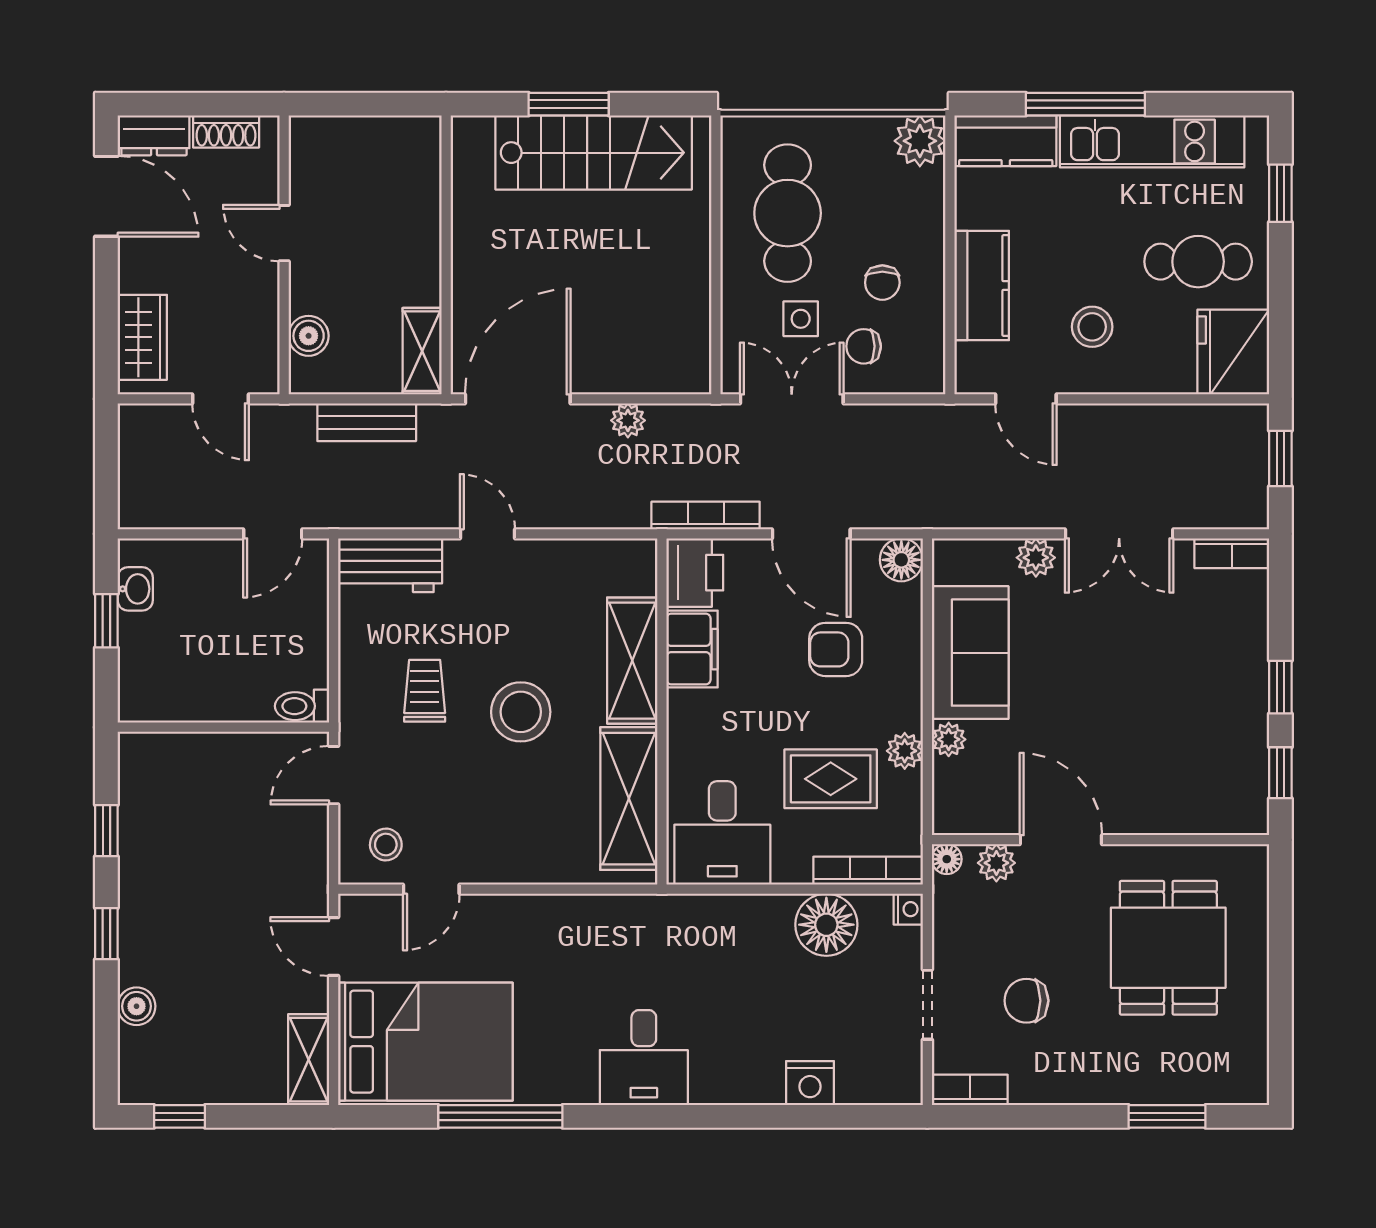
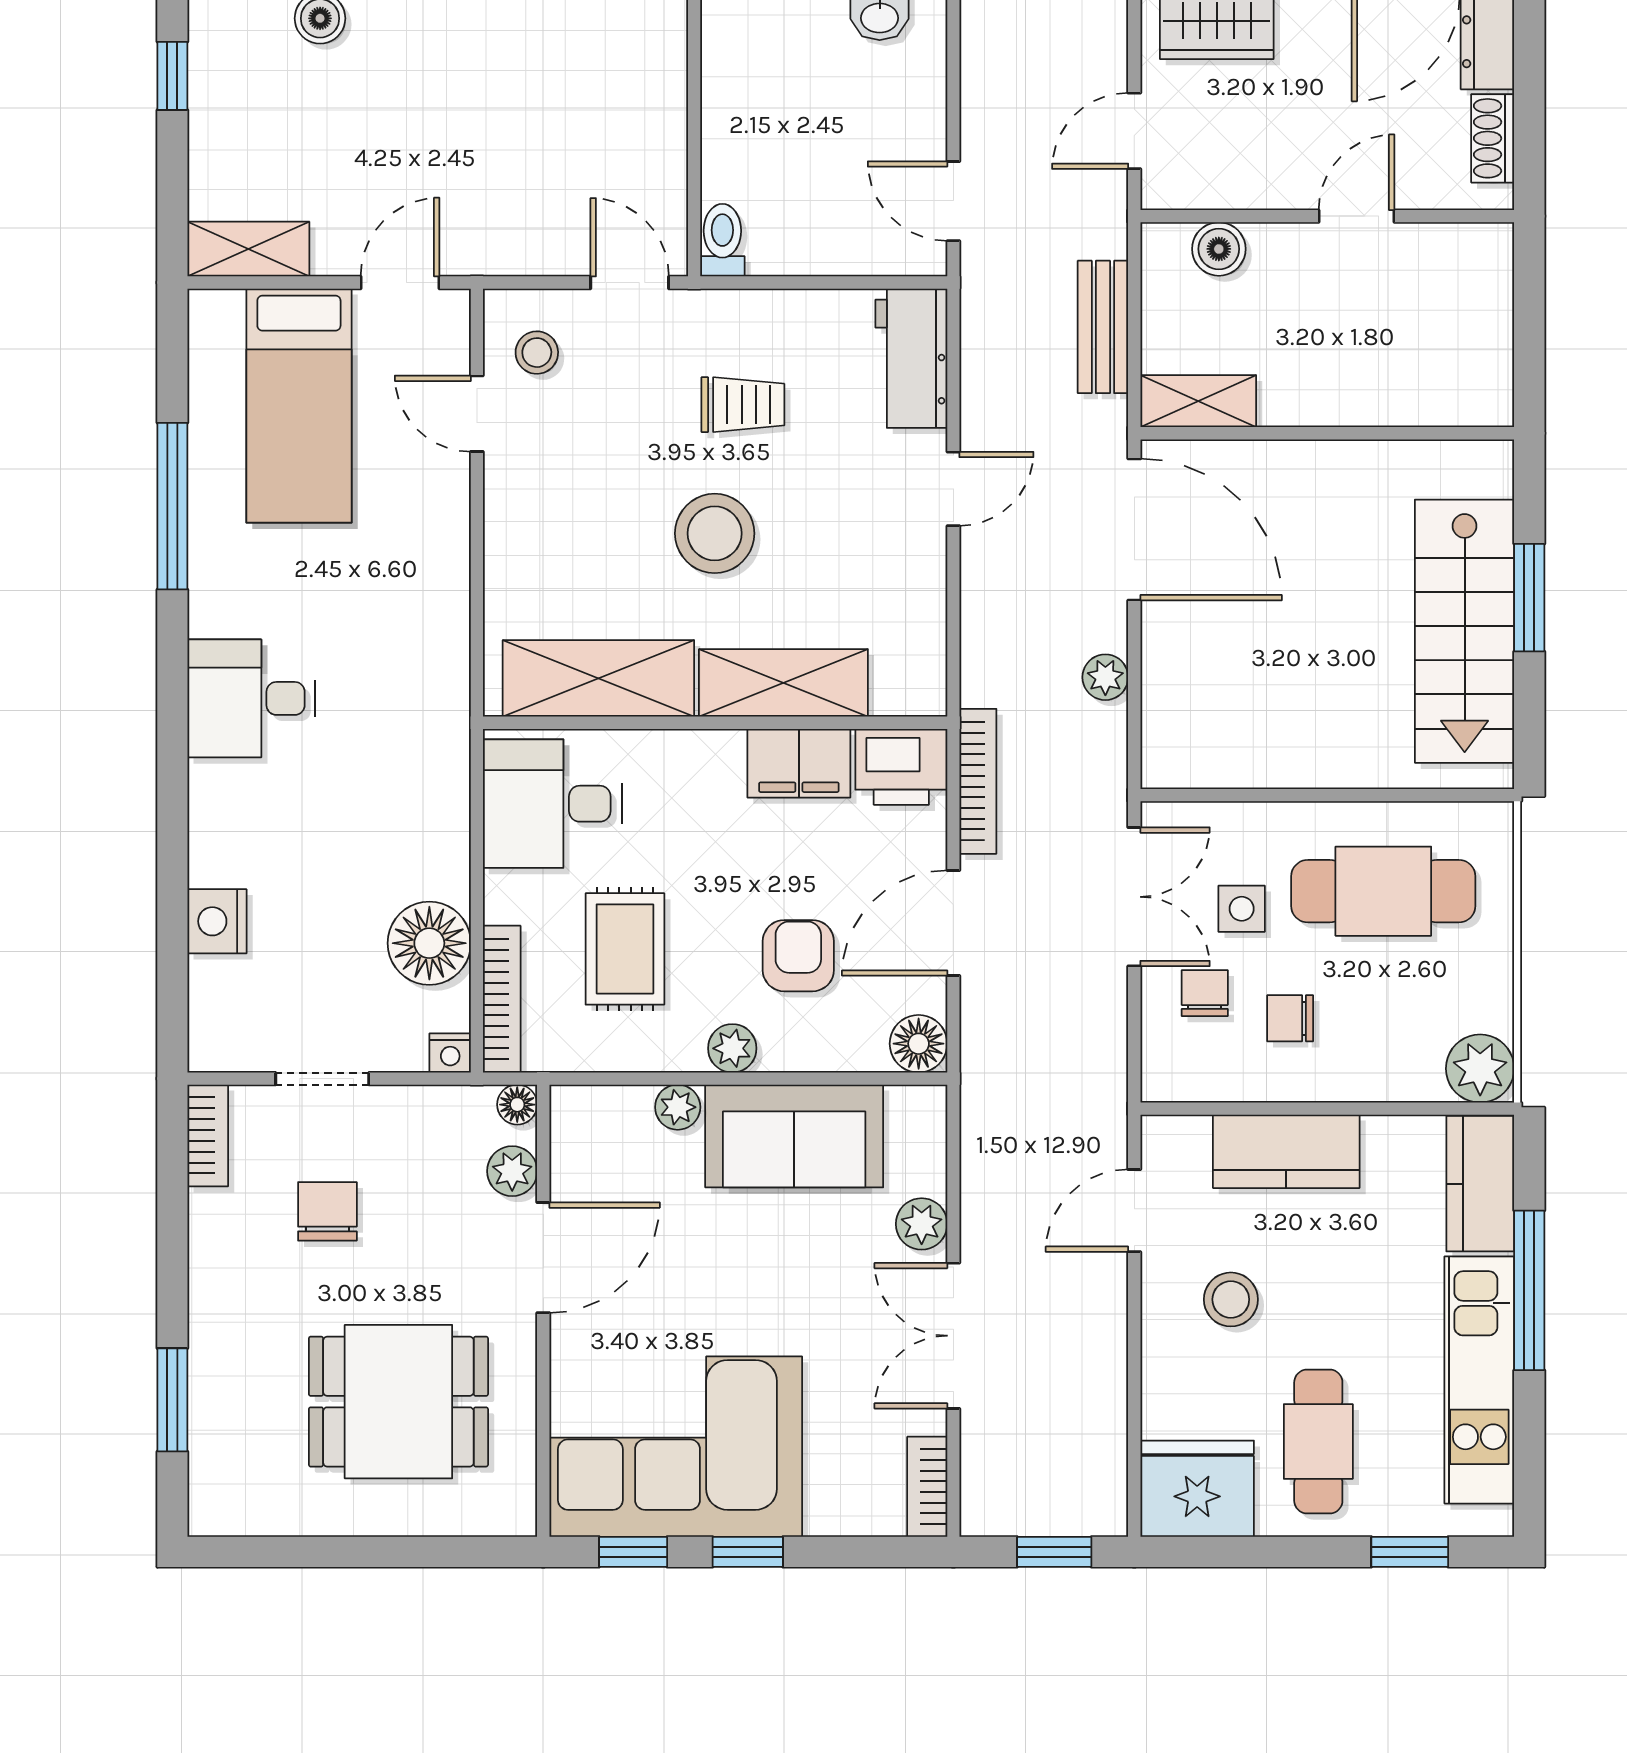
corner sofa: (1202, 741) -> (676, 1447), added
plant: (905, 751) -> (732, 1048), moved
bed: (425, 1042) -> (299, 406), width x0.67

